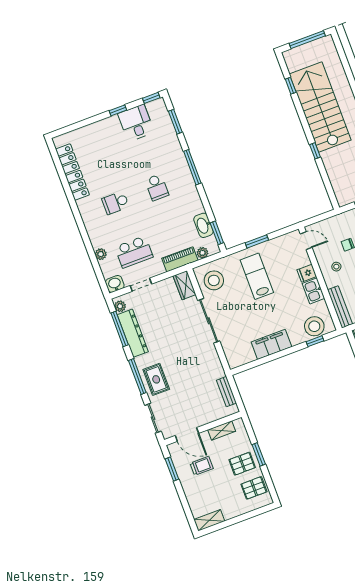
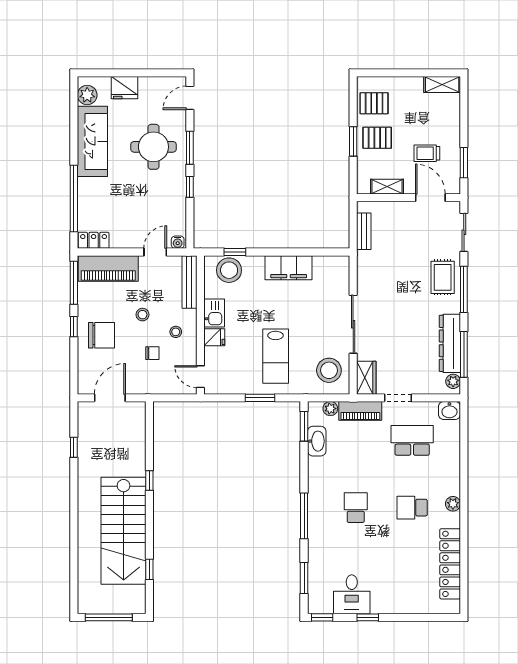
school desk: (115, 203) -> (412, 508), turned 180
plant: (101, 254) -> (453, 504), moved
doorway: (141, 285) -> (398, 398), moved

